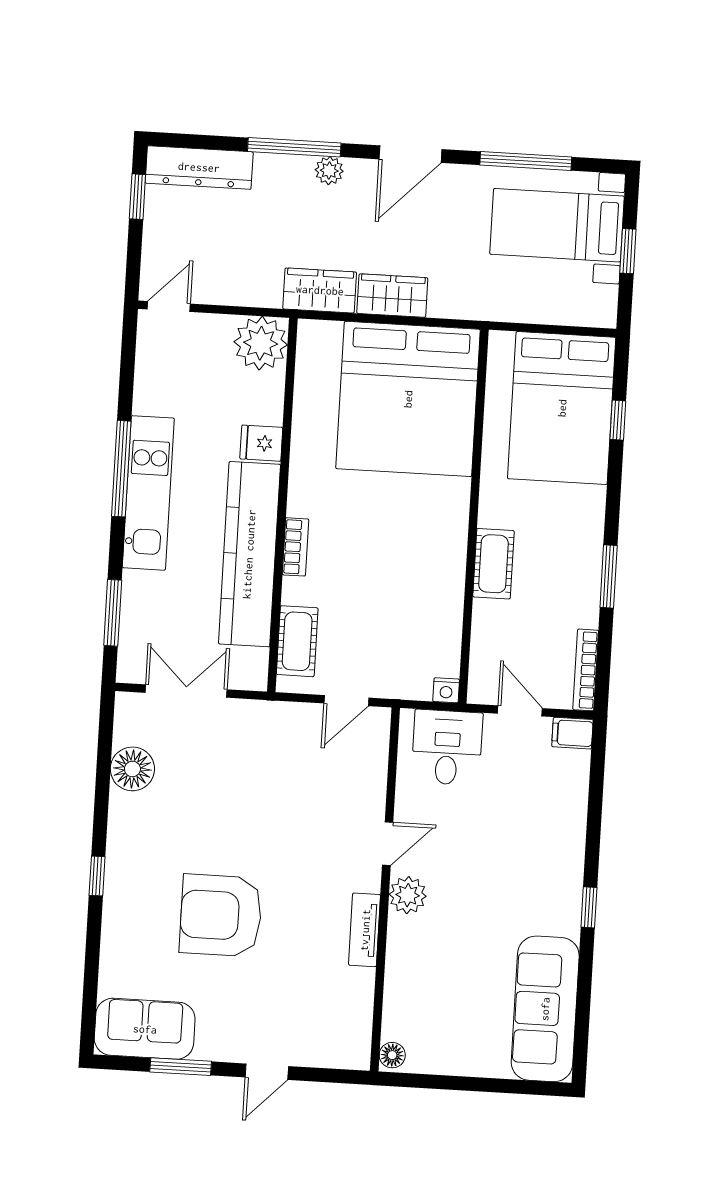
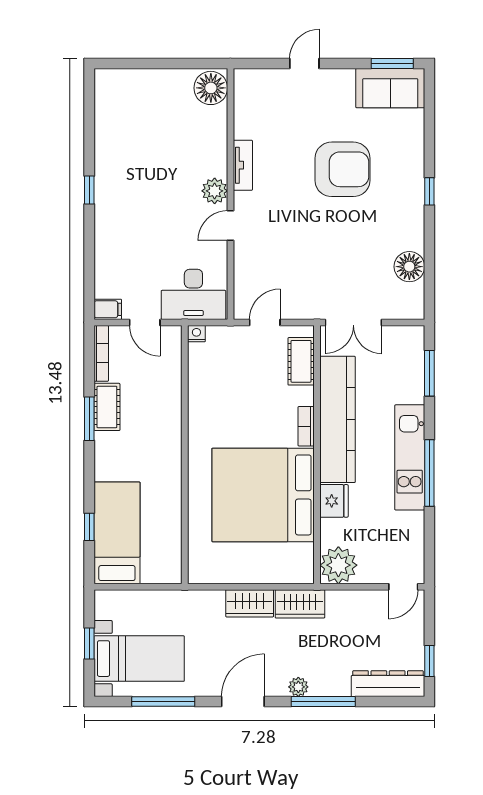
bed: (408, 399) -> (263, 495), moved, turned -90
bed: (562, 408) -> (117, 533), width x0.67
fridge: (261, 443) -> (334, 501), width x1.38
cot: (493, 564) -> (107, 407), moved
double door: (186, 691) -> (353, 322), moved
desk: (447, 747) -> (193, 294), width x1.37
sofa: (545, 1009) -> (115, 118), removed
floor lamp: (392, 1055) -> (211, 88), width x1.89, depth x1.89
window: (181, 1067) -> (392, 64), moved

